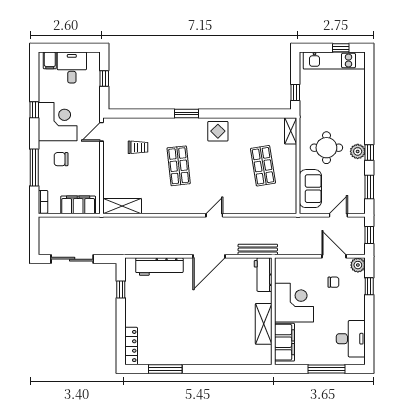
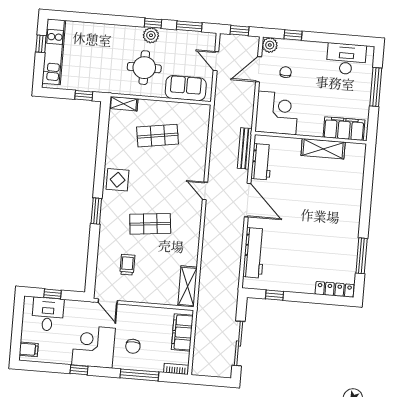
desk: (72, 67) -> (48, 314), moved, turned 90
workbench: (263, 275) -> (261, 162), moved, turned -90
corner desk: (294, 303) -> (277, 113), moved, turned 90

